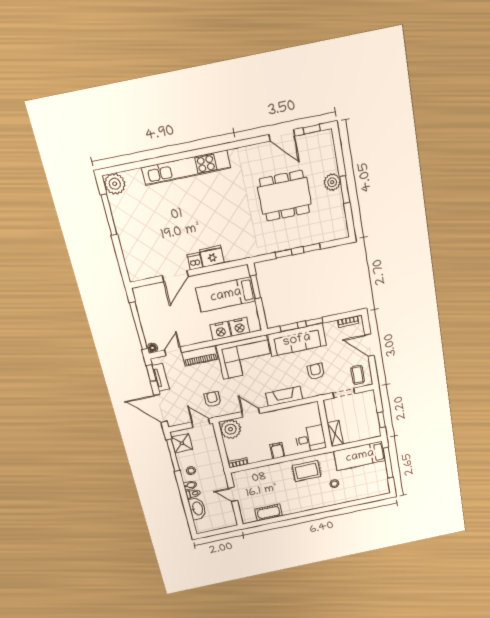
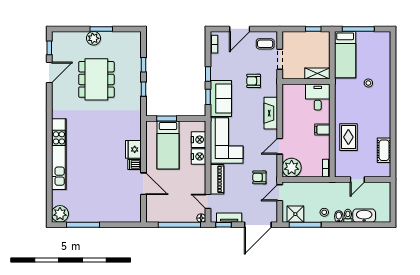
sofa: (297, 340) -> (221, 98), width x0.73
rug: (307, 471) -> (348, 137), moved

